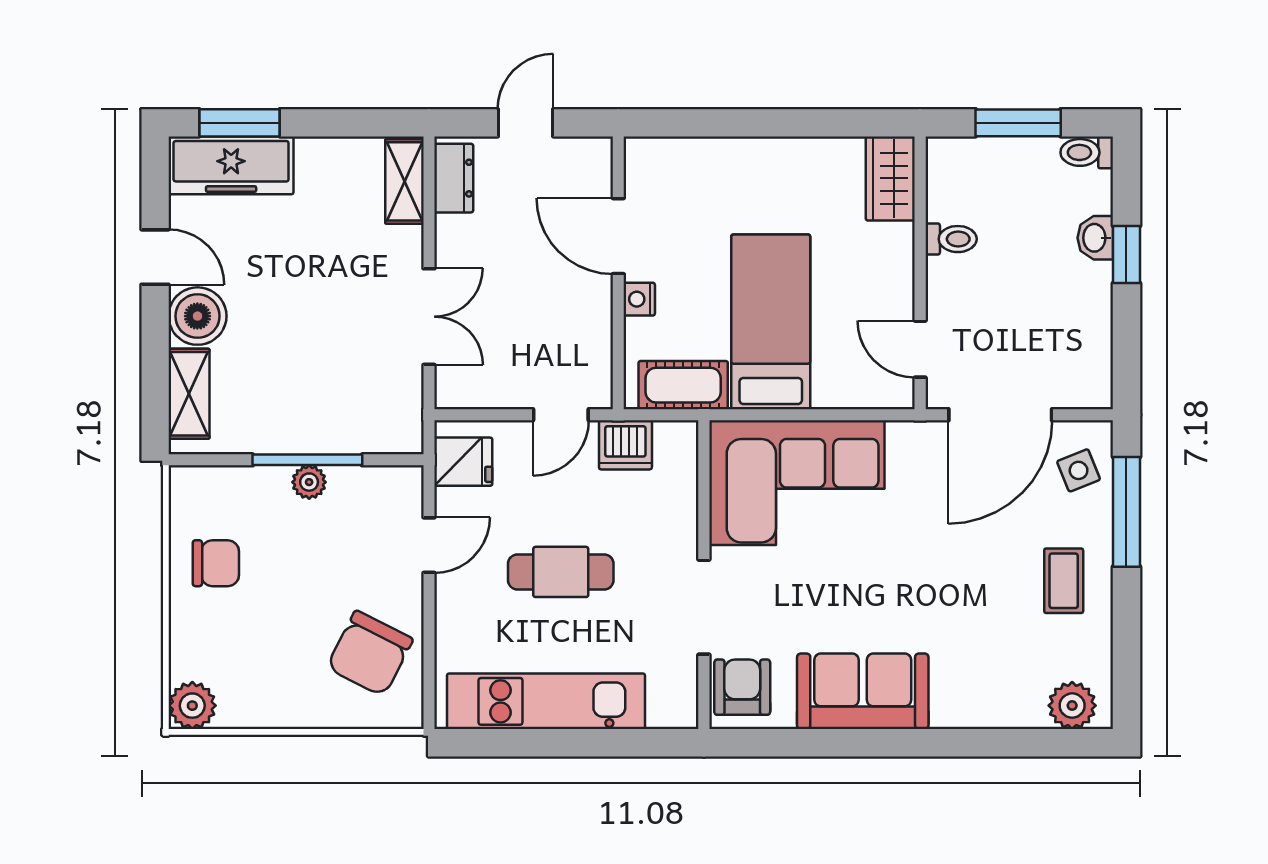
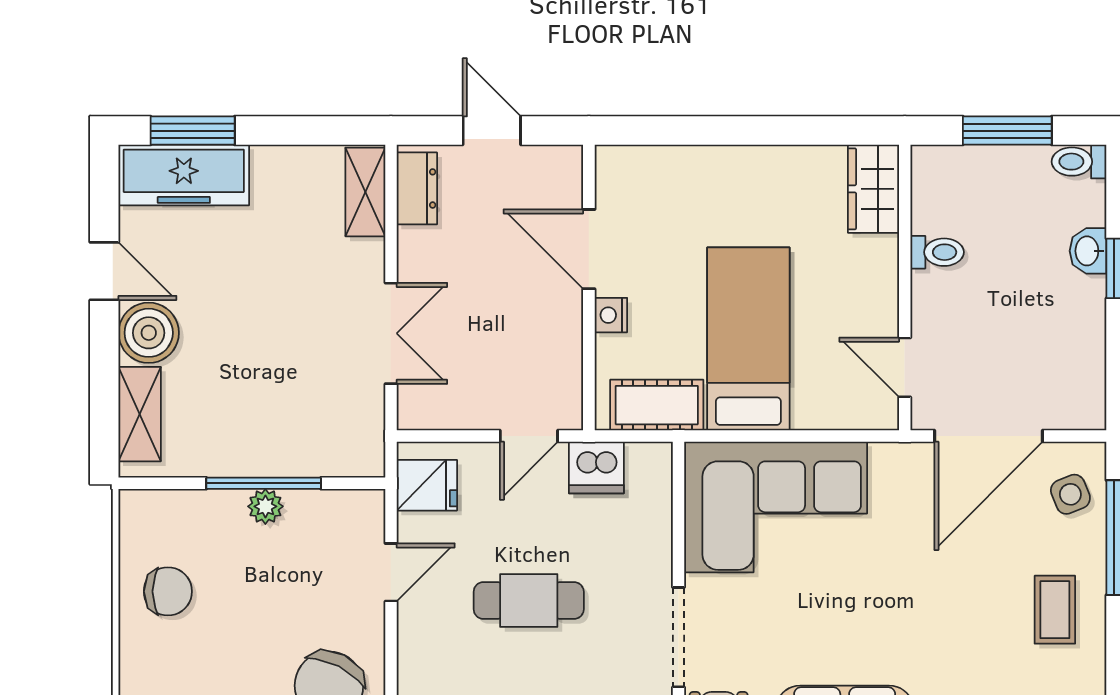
door: (525, 123) -> (492, 131), hinge flipped

